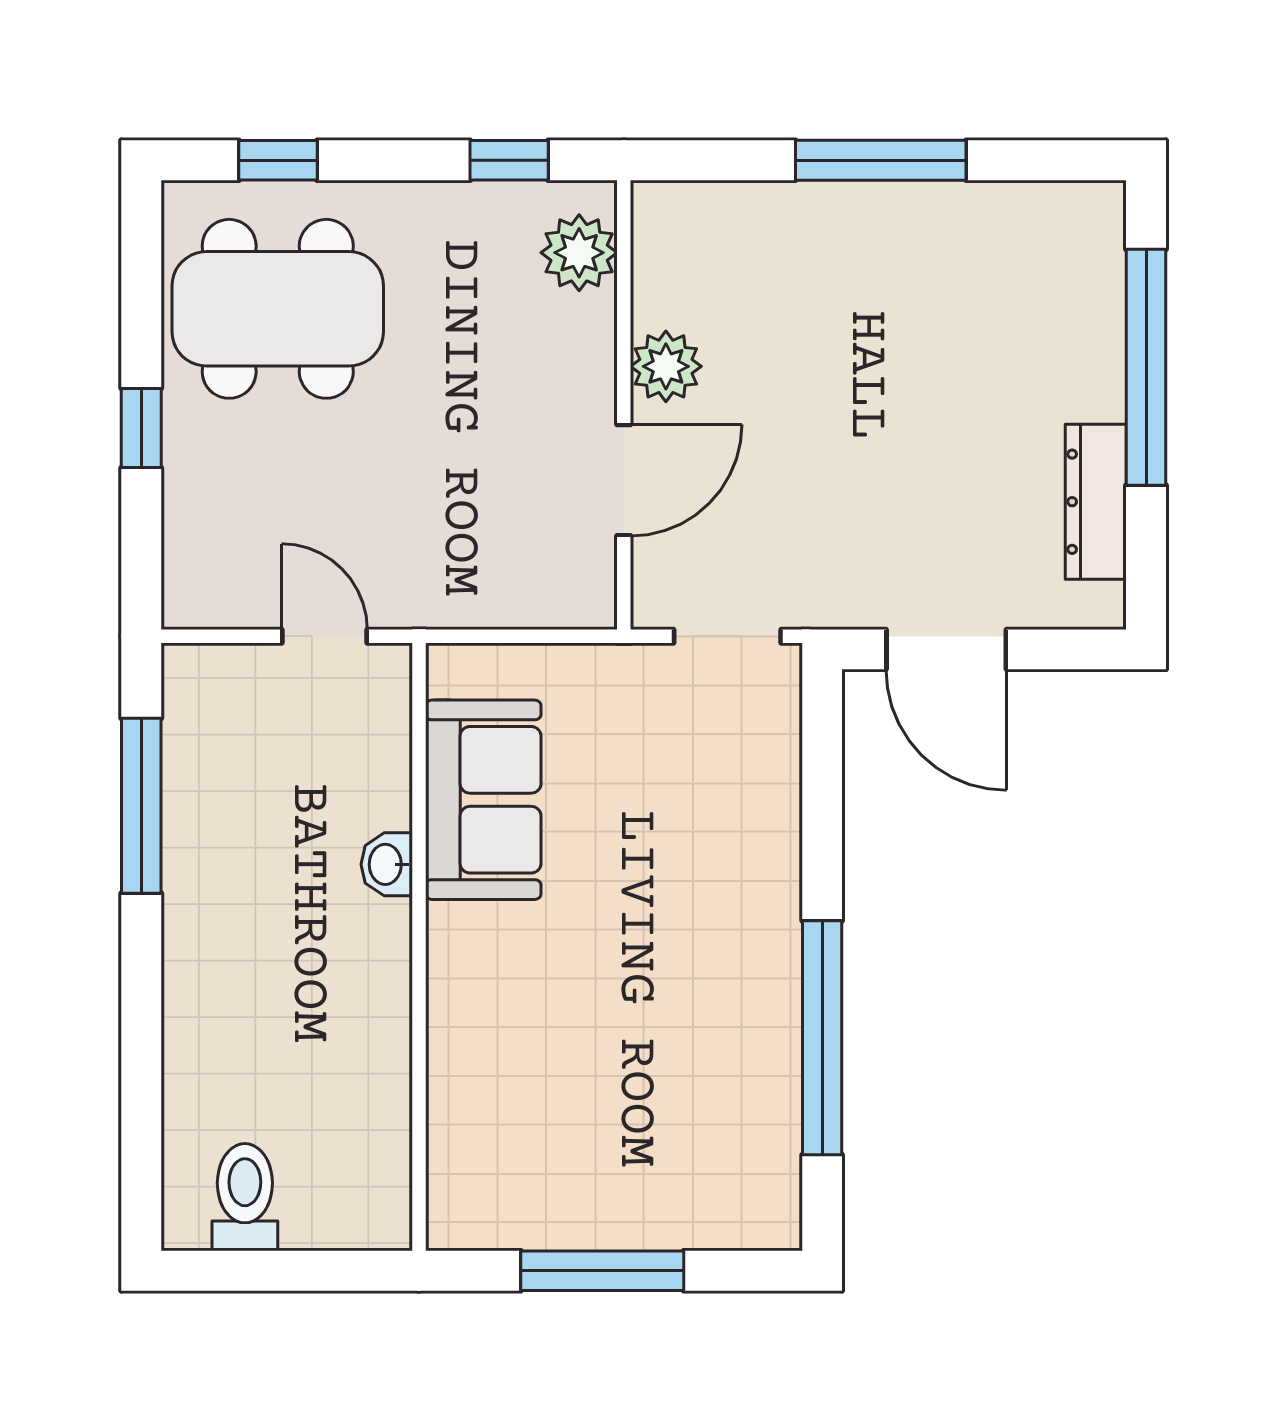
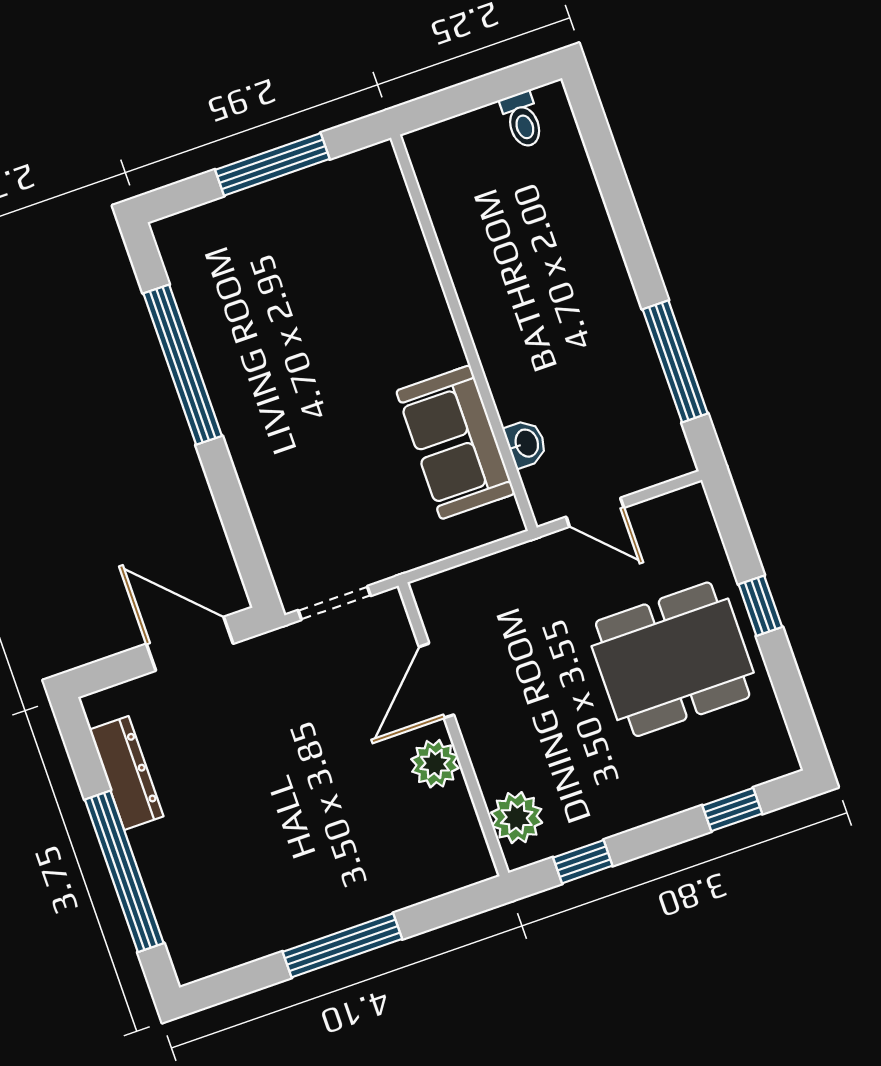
dining table: (278, 309) -> (673, 659), moved
washbasin: (387, 864) -> (526, 443), moved
toilet: (245, 1197) -> (522, 120), width x0.73, depth x0.72

